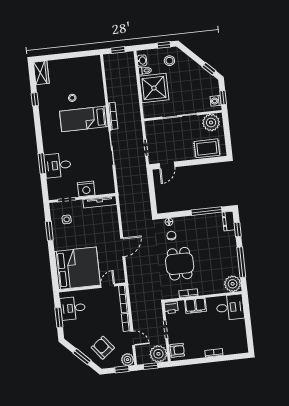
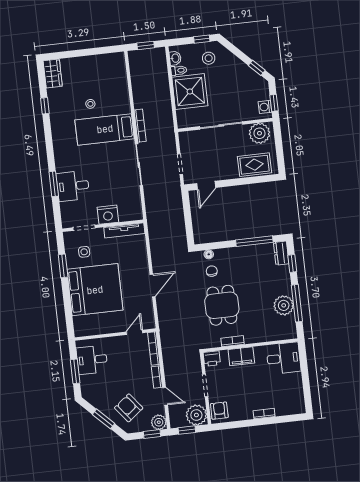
bed: (77, 268) -> (95, 290), moved
plant: (233, 284) -> (284, 305), moved
armchair: (177, 350) -> (219, 411), turned -90

